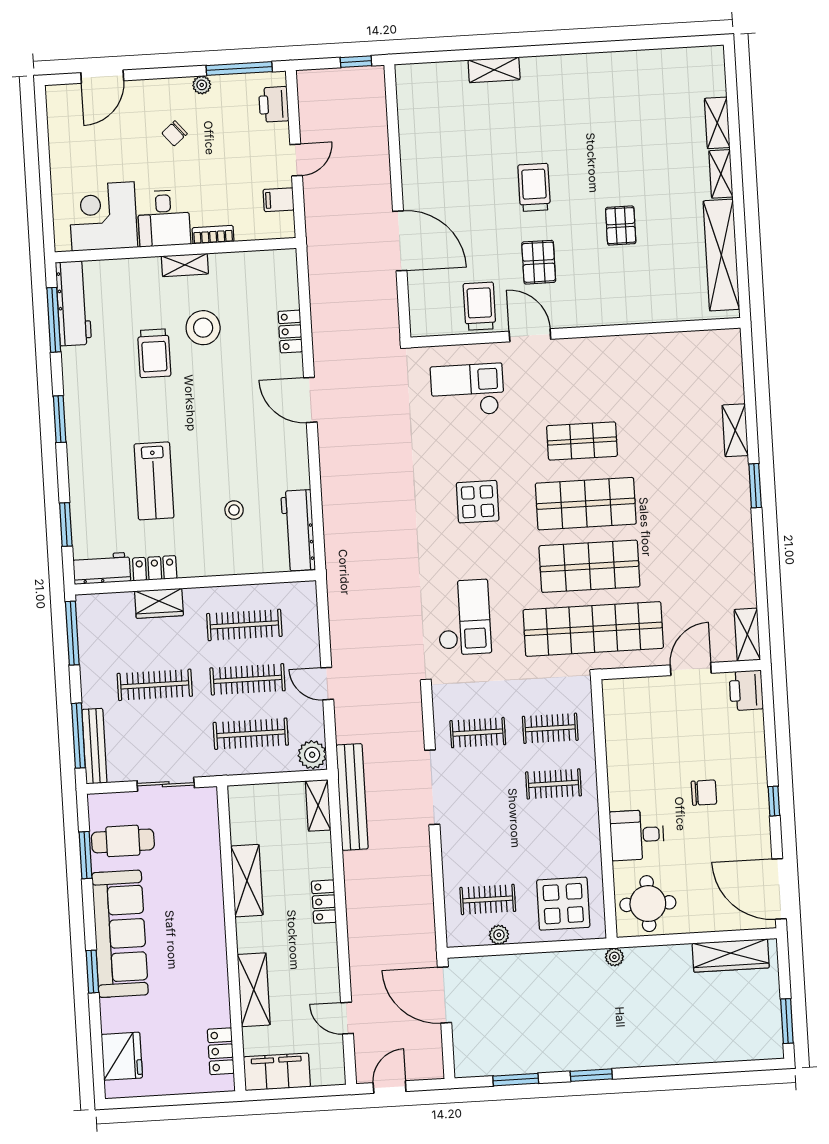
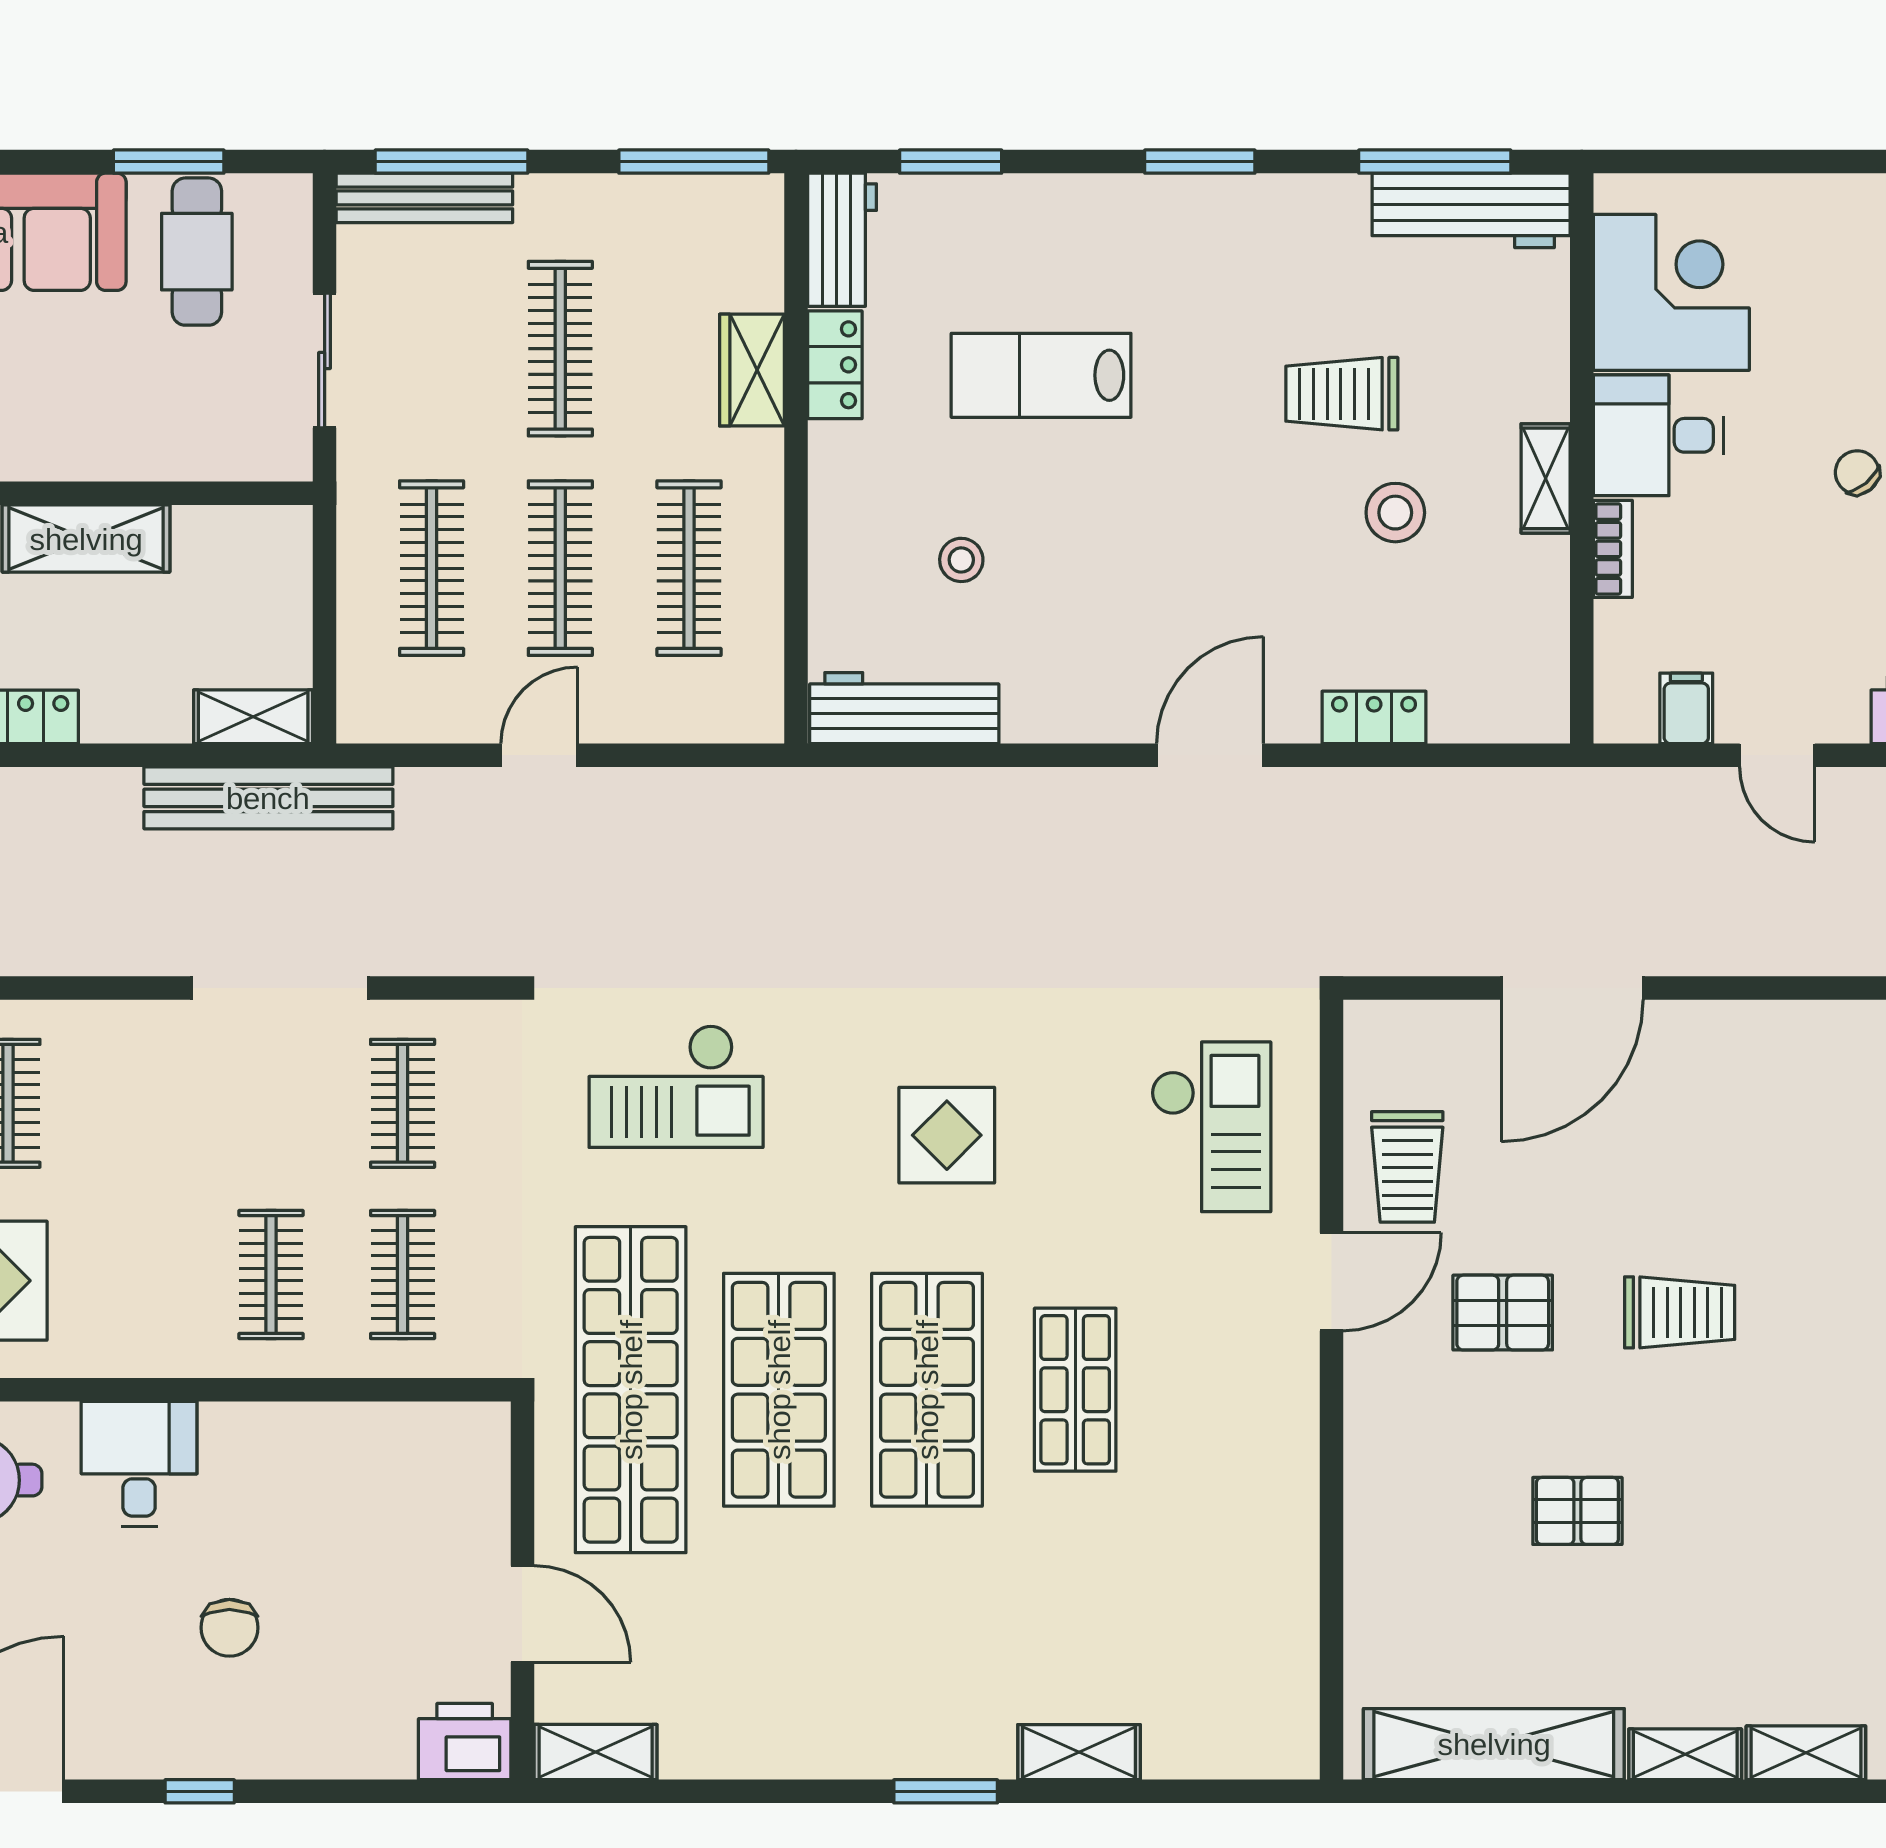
trolley: (479, 306) -> (1407, 1167), turned 90
stool: (203, 328) -> (1395, 513), width x0.73, depth x0.73
plant: (312, 755) -> (374, 710), removed

